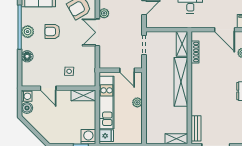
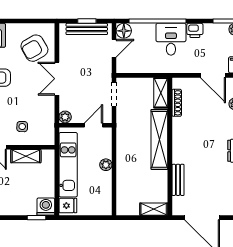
plant: (104, 13) -> (65, 117), moved
door: (127, 70) -> (94, 125), swing flipped
shelving: (83, 95) -> (26, 156), moved
bench: (196, 128) -> (178, 180), moved

